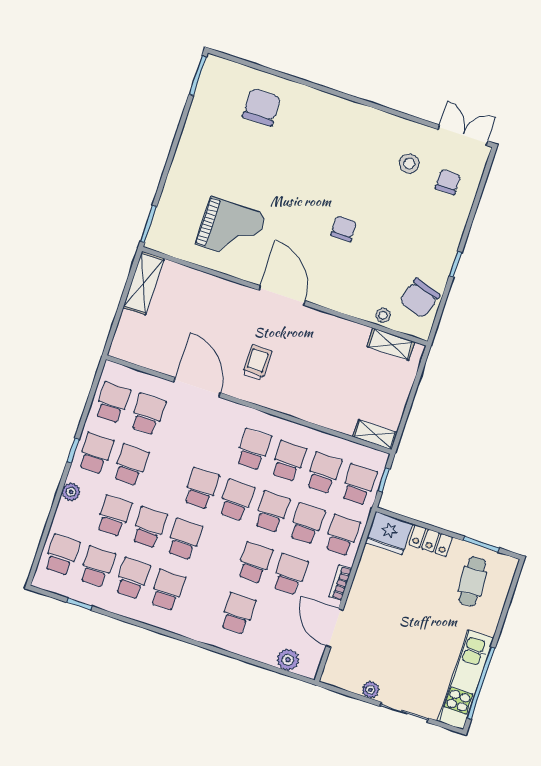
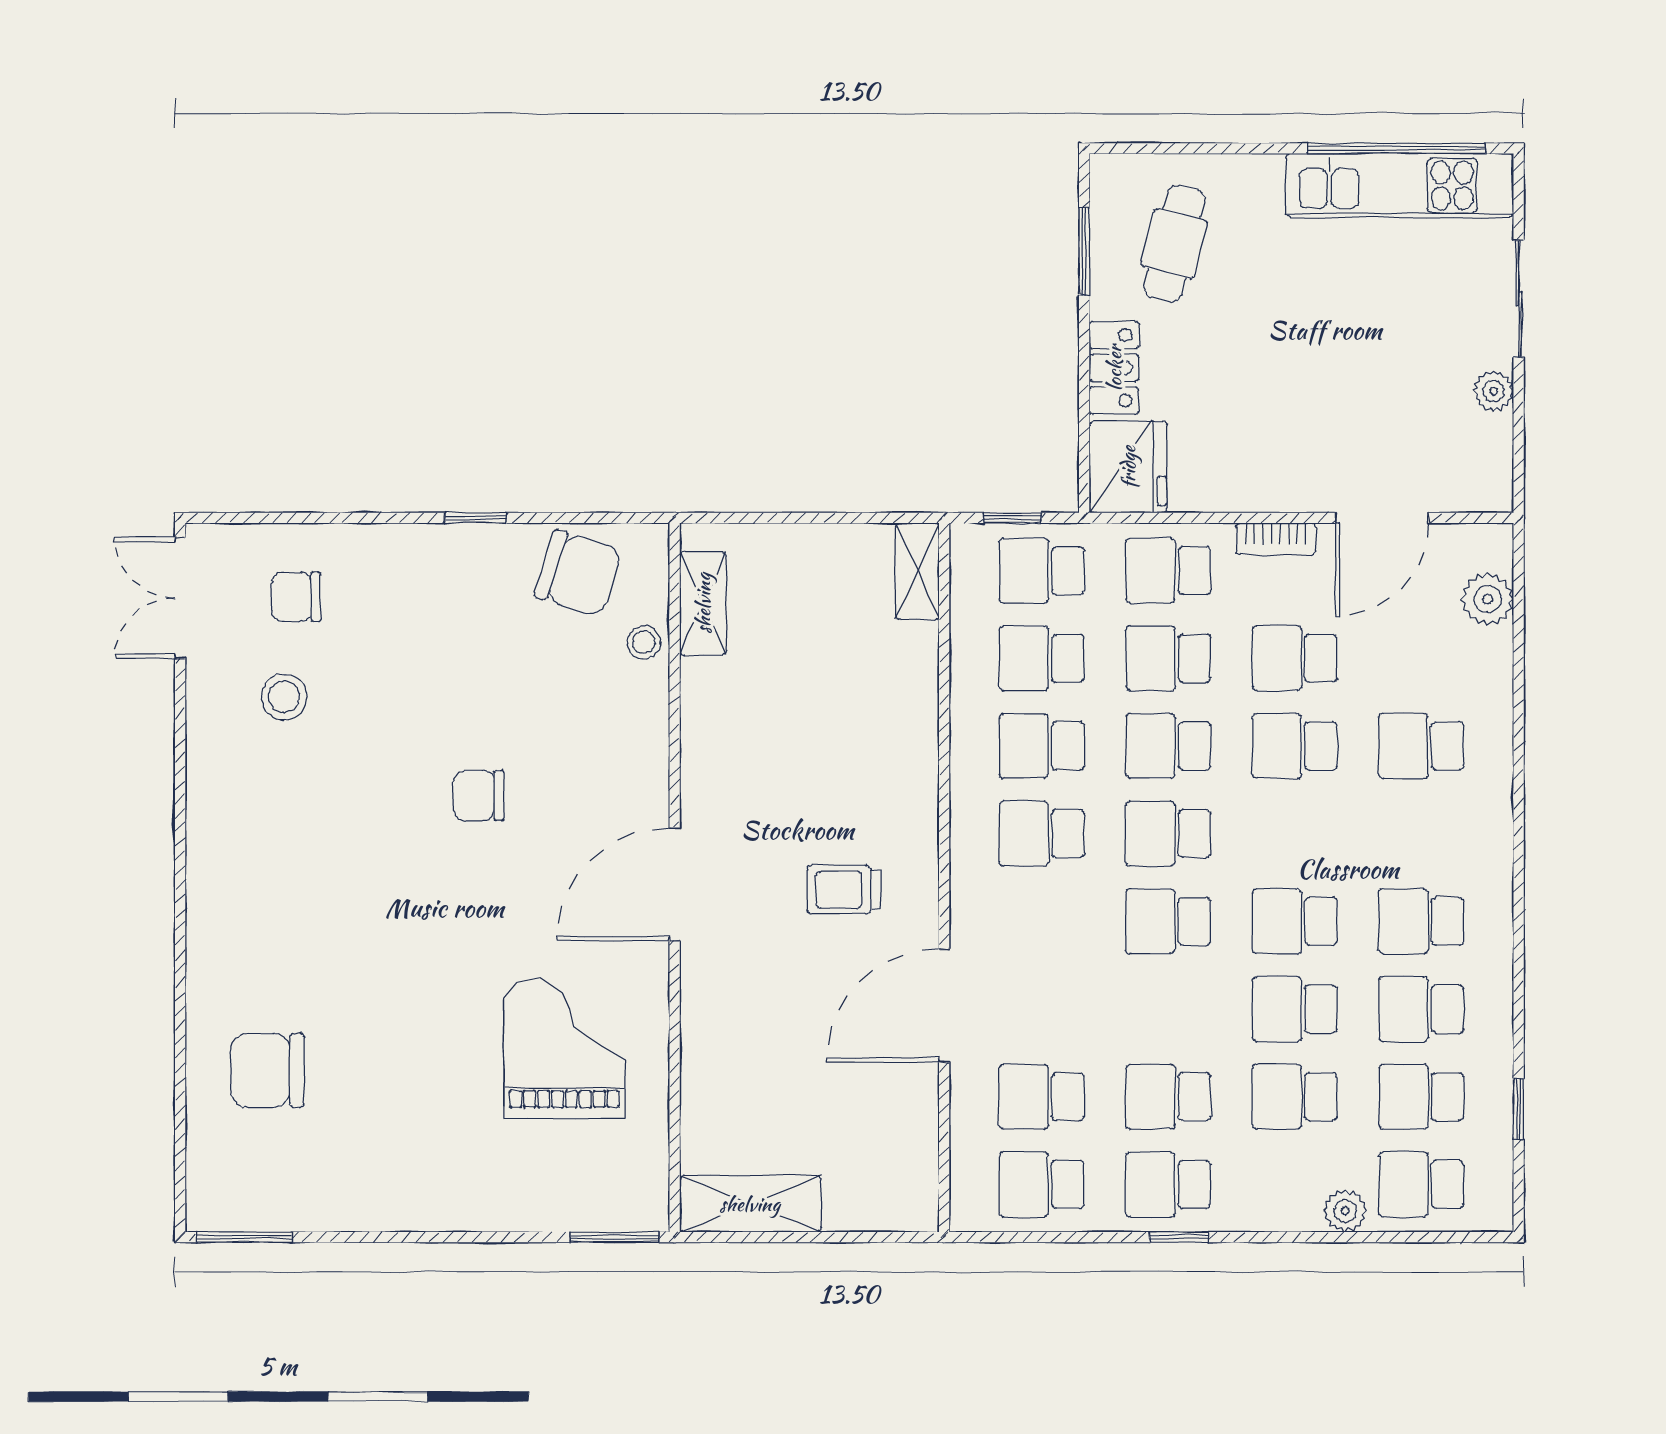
plant: (71, 492) -> (1345, 1211), moved
cafe table: (472, 581) -> (1174, 244), turned -72

